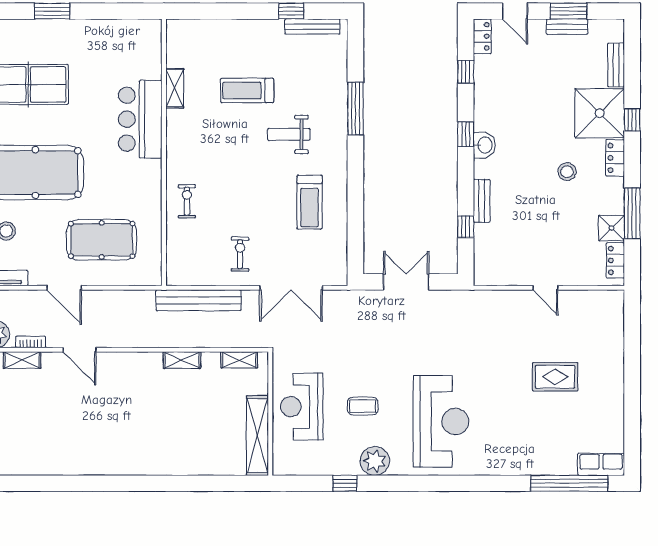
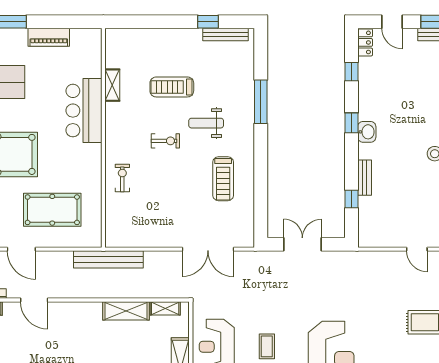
piano: (97, 30) -> (49, 37), added
exercise bike: (240, 254) -> (165, 141), moved, turned 90
bench: (199, 300) -> (108, 259), moved
shelving: (182, 360) -> (126, 311), width x1.50, depth x1.33
coffee table: (363, 406) -> (267, 346), turned 90

